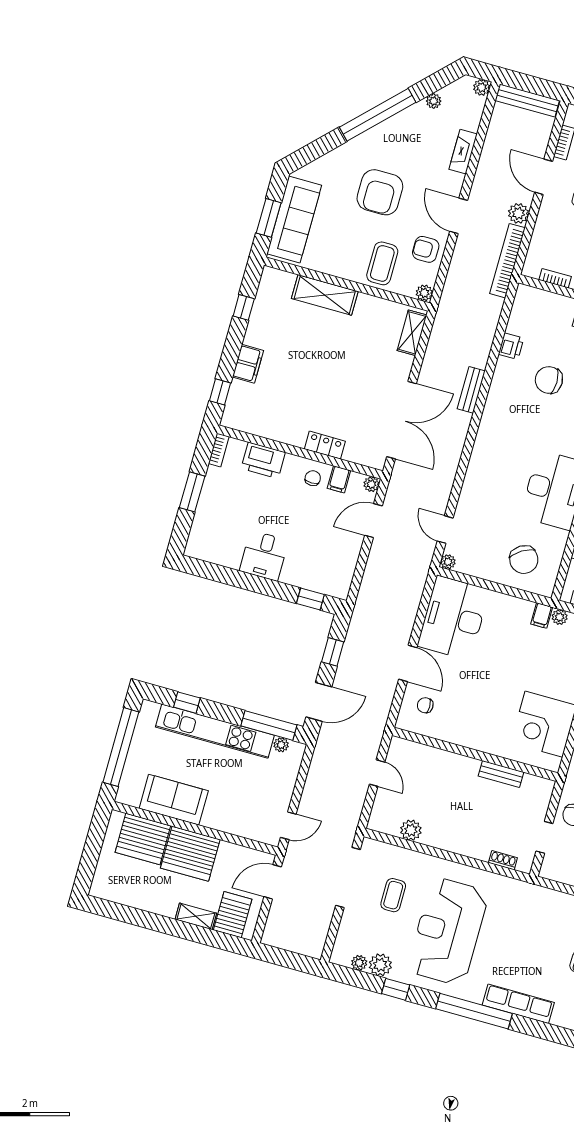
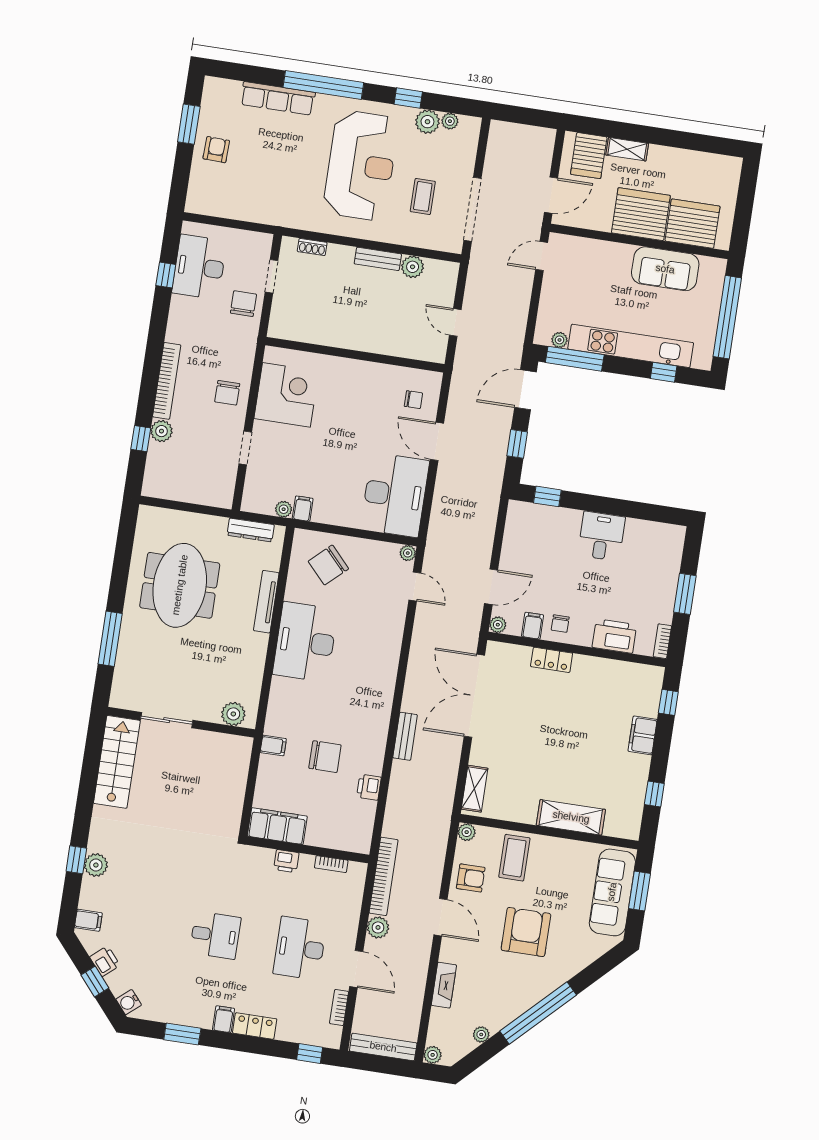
chair: (524, 560) -> (328, 565), turned -101
bench: (501, 774) -> (378, 259), moved

